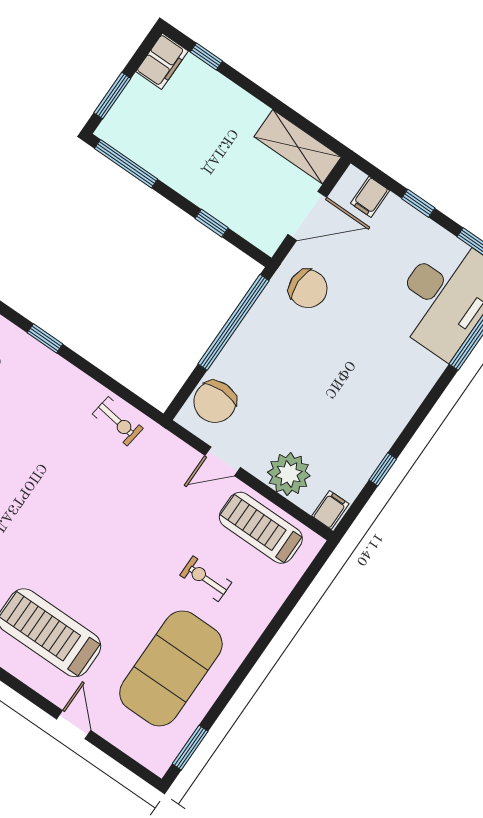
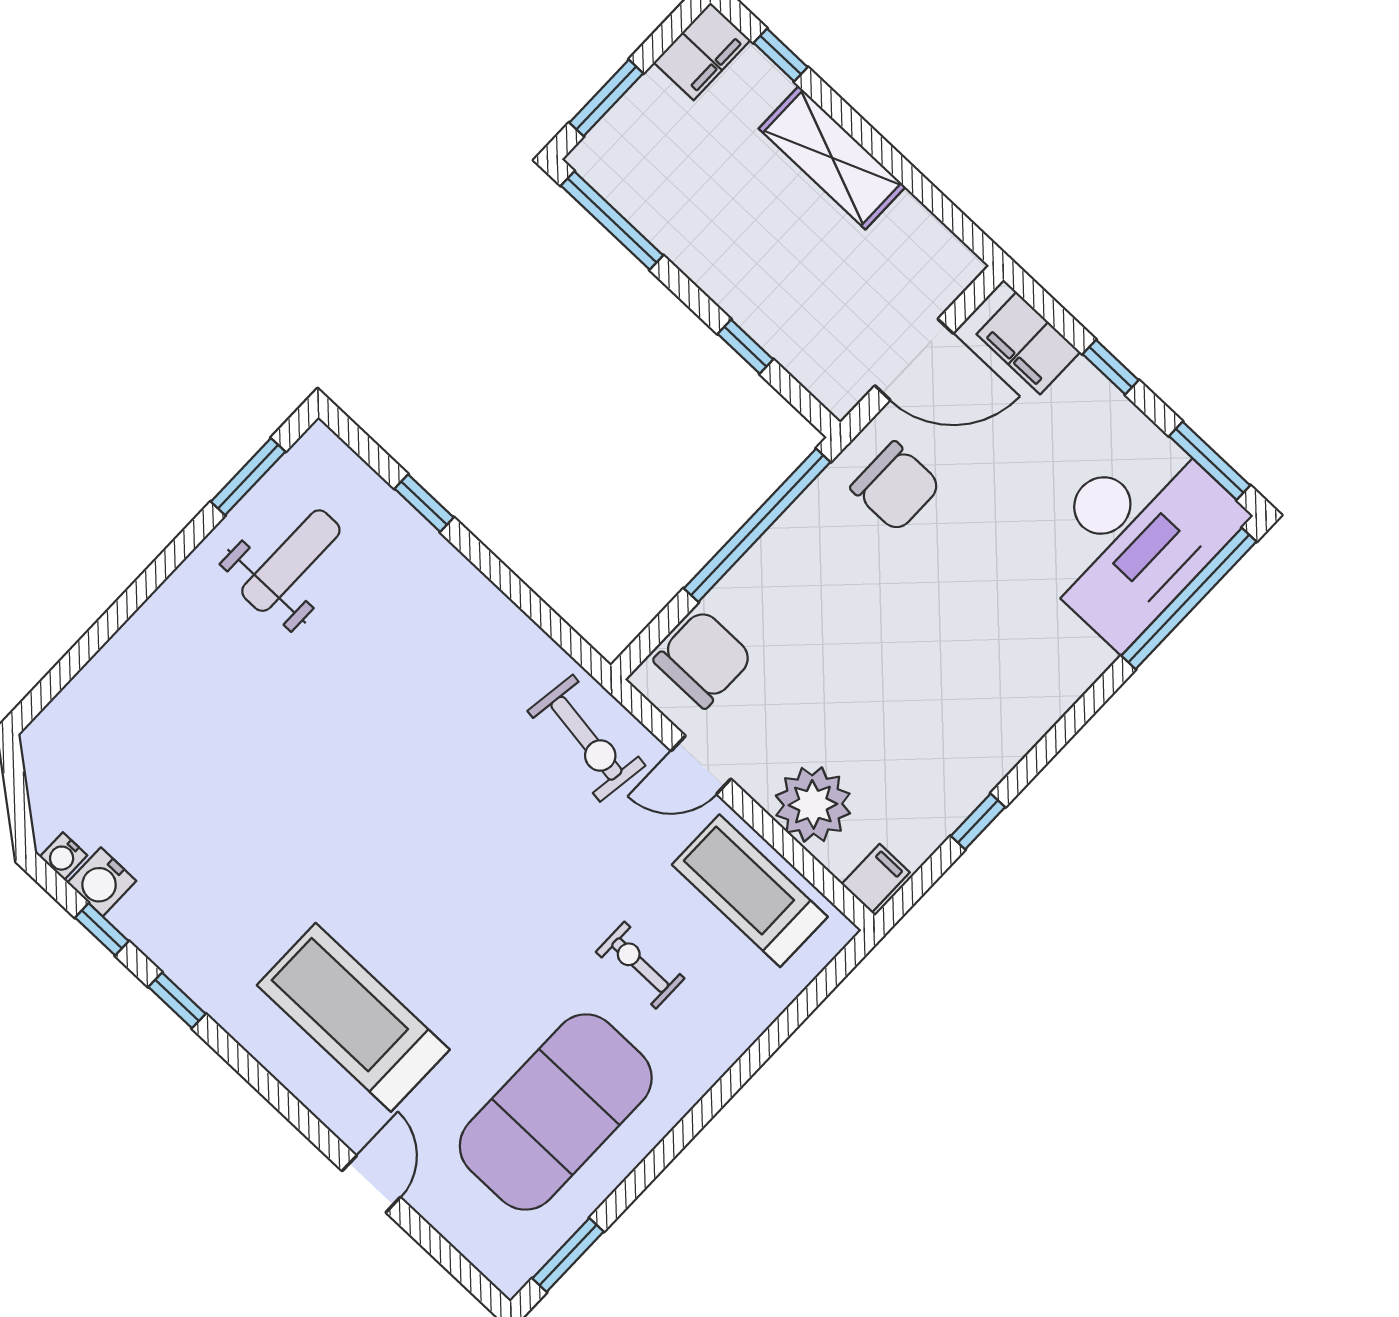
shelving: (298, 147) -> (832, 158), moved
filing cabinet: (370, 197) -> (1028, 343), width x2.00
chair: (215, 402) -> (703, 659), turned 180
exercise bike: (118, 421) -> (586, 738), moved, width x1.38, depth x1.39

